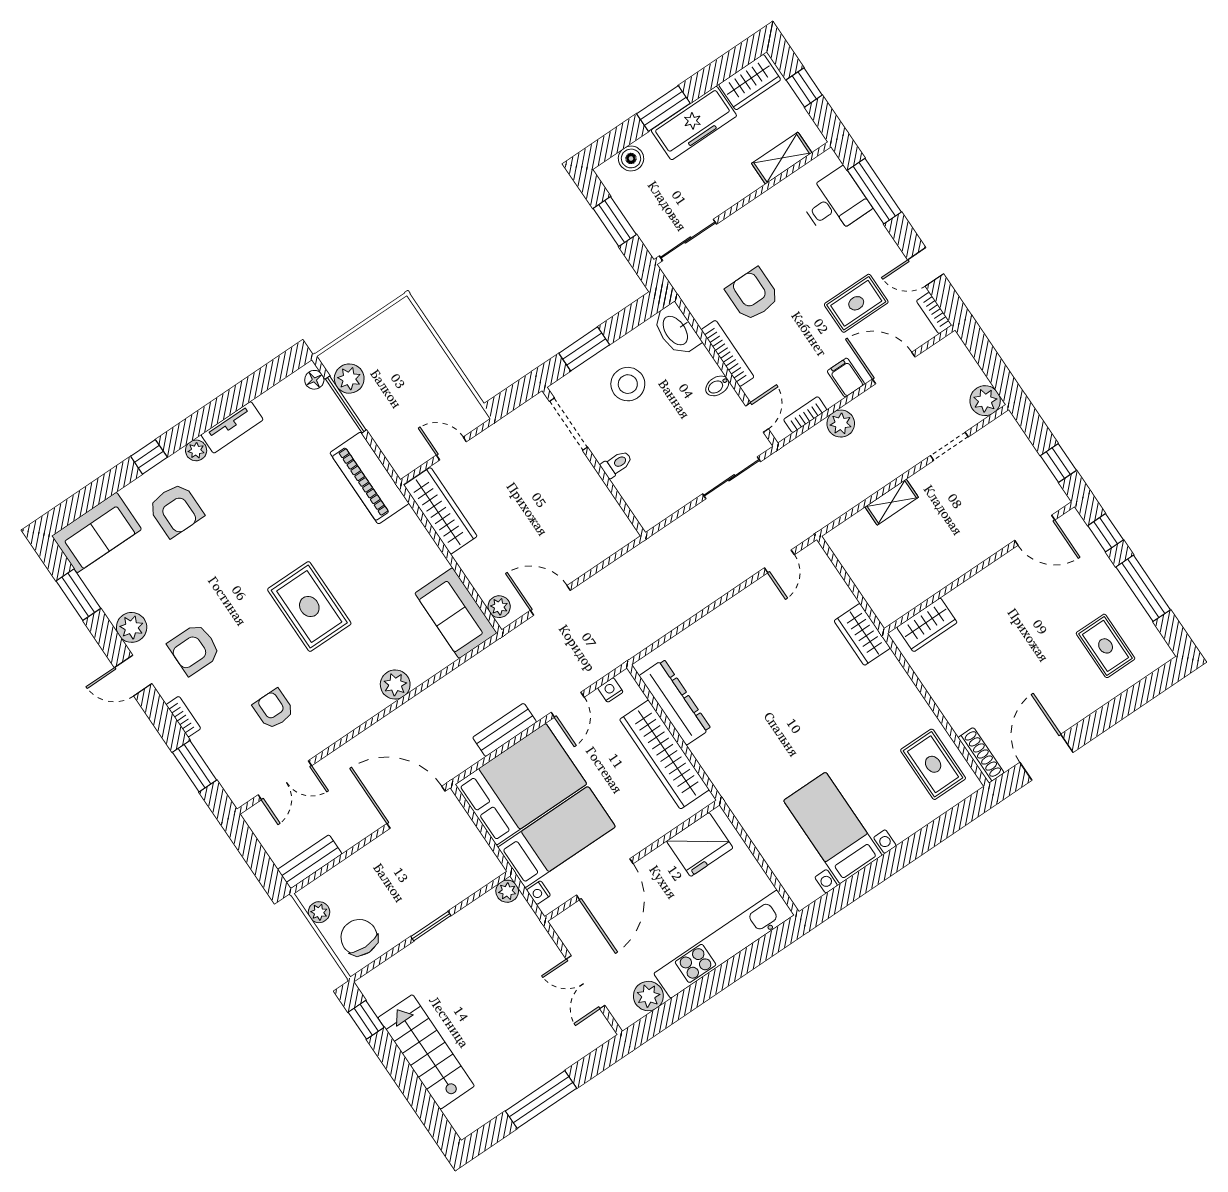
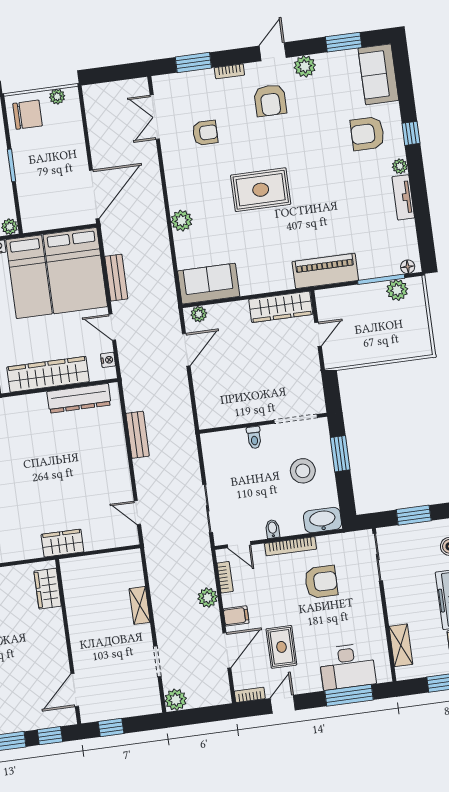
desk: (835, 203) -> (347, 667), width x1.37
armchair: (194, 649) -> (270, 100), turned 180
bench: (310, 862) -> (138, 435), moved

